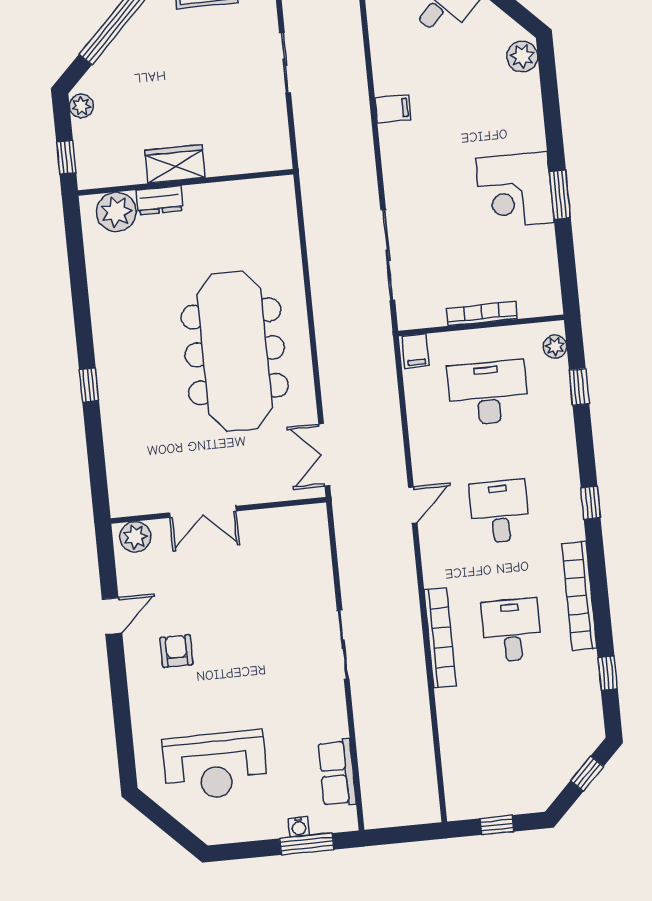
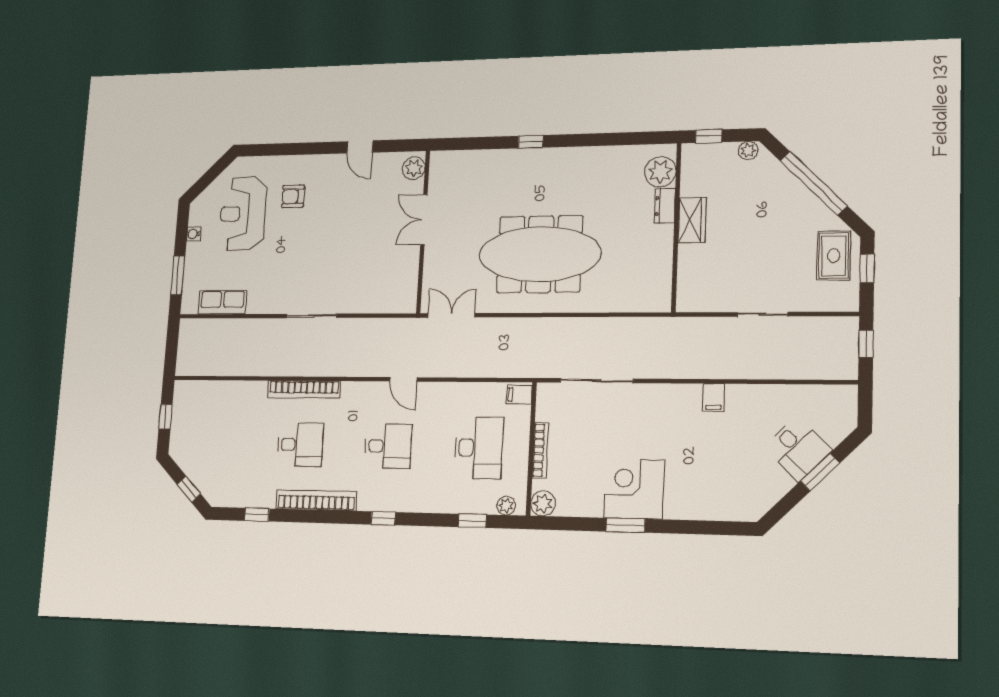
plant: (522, 56) -> (543, 504), moved
armchair: (176, 651) -> (293, 196), moved, turned 180
water cooler: (299, 827) -> (194, 234), moved

